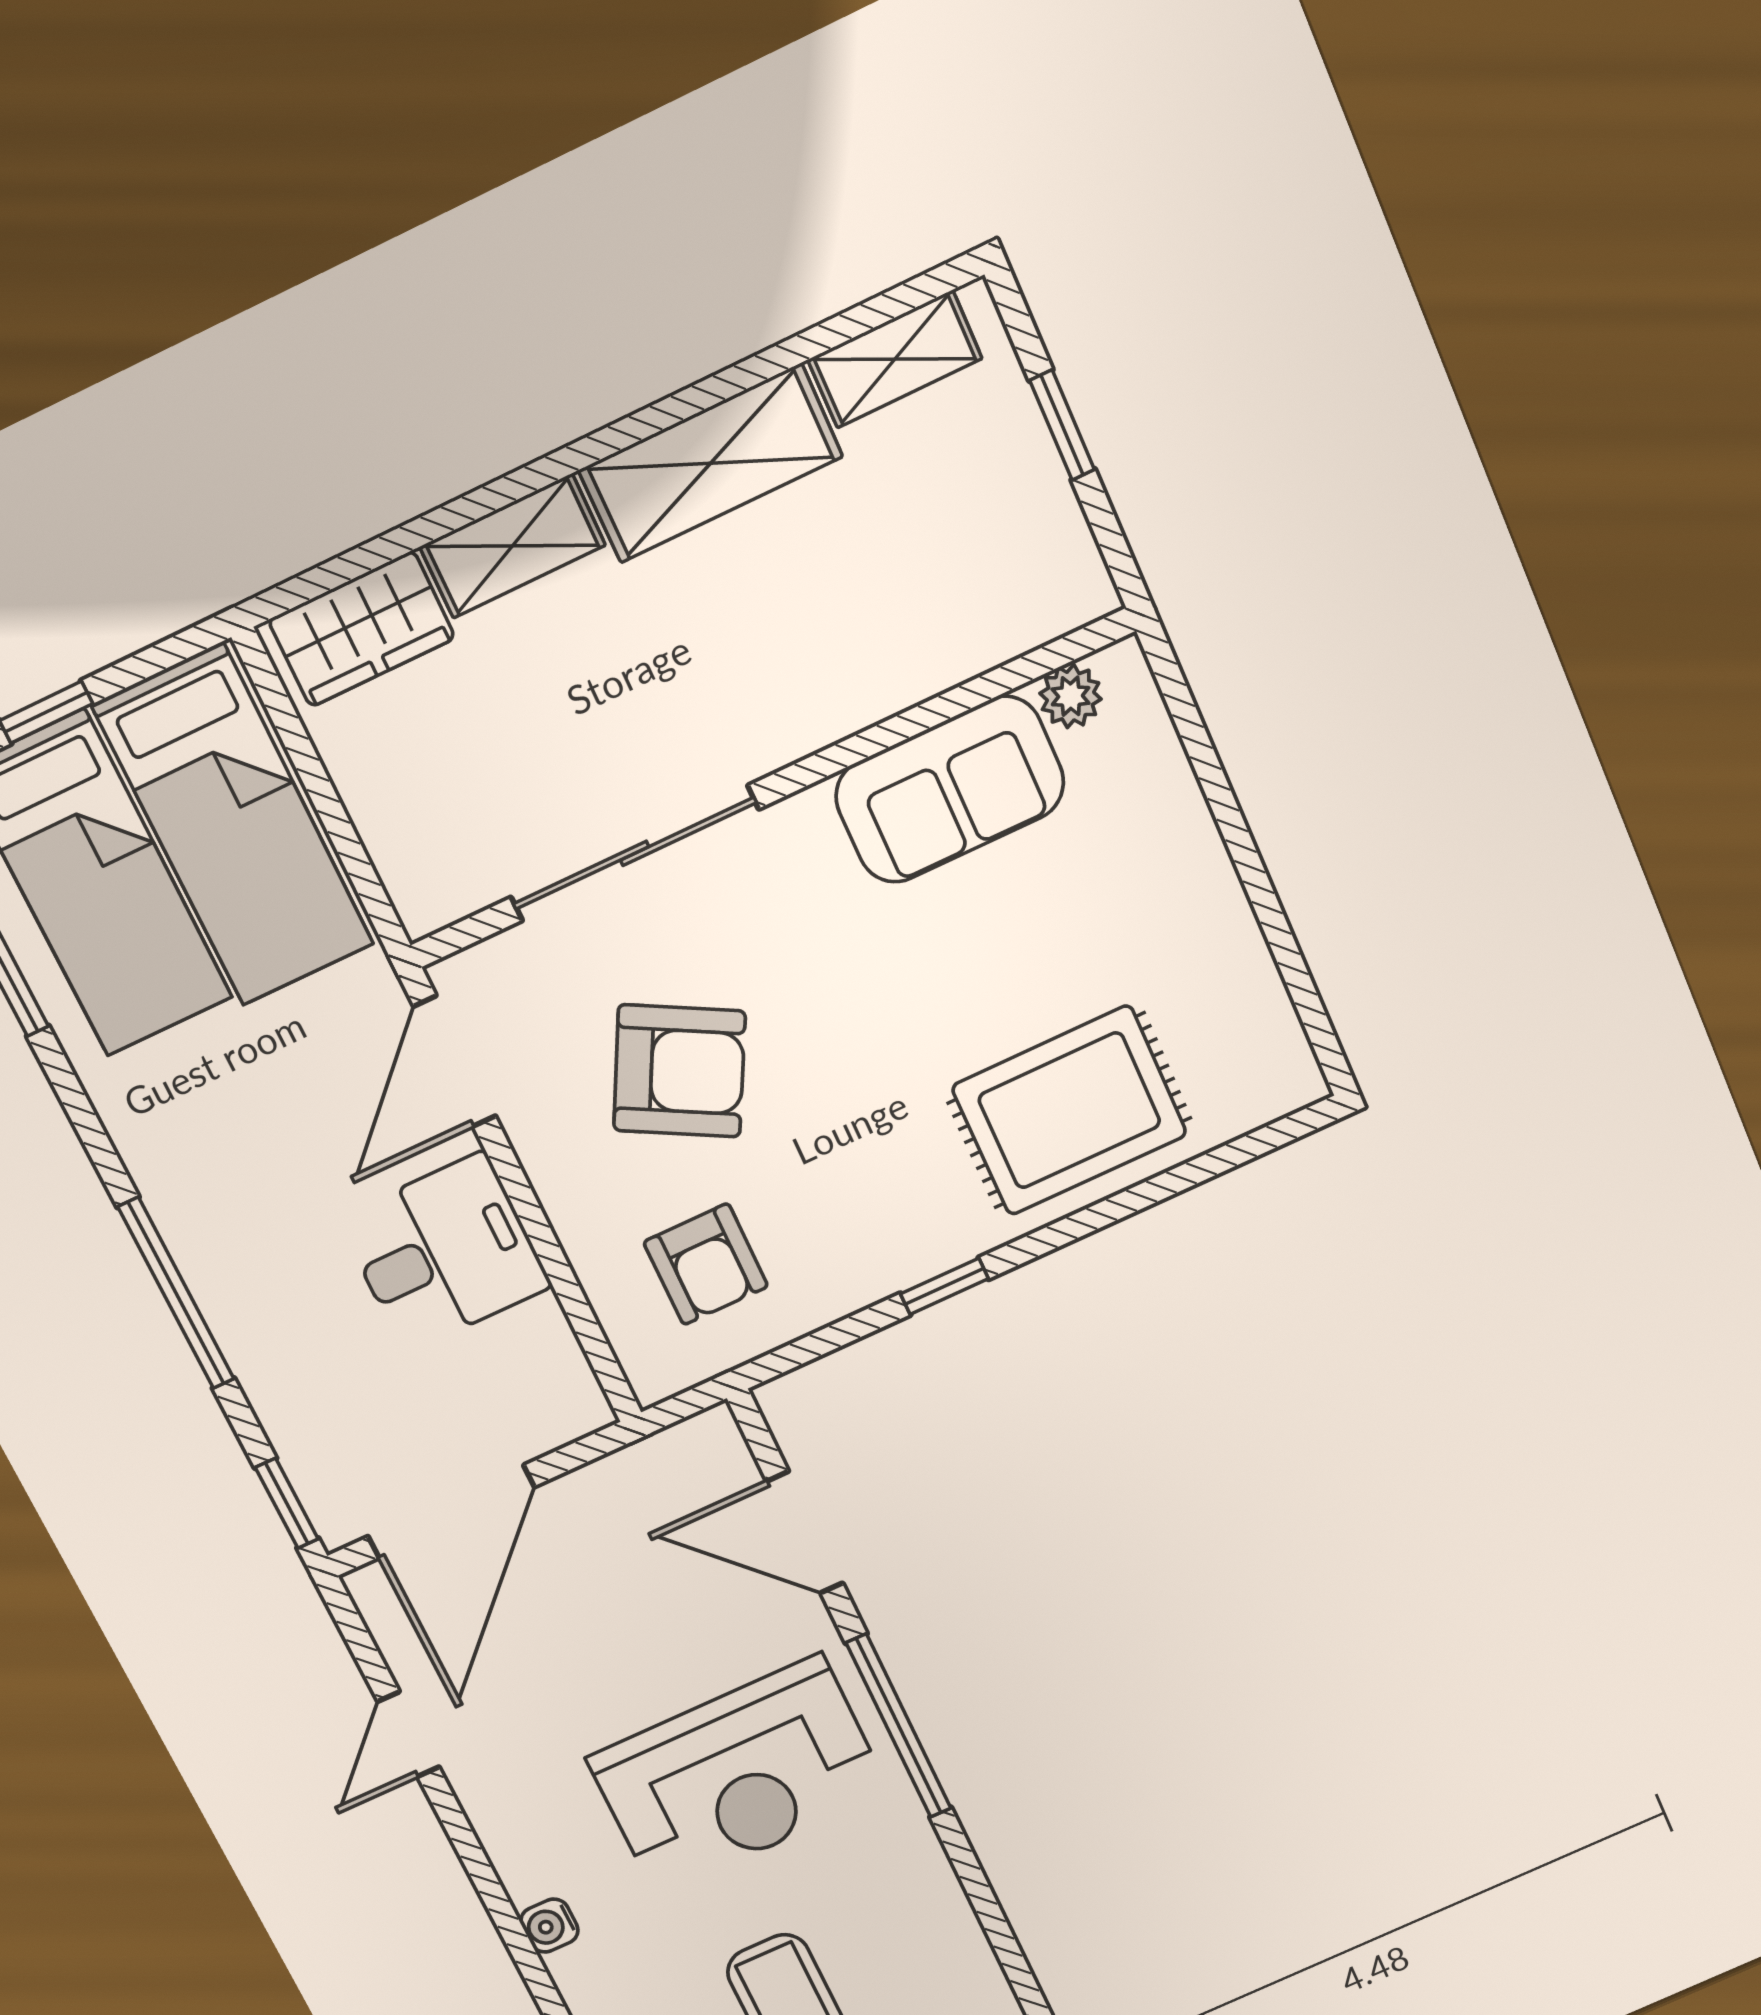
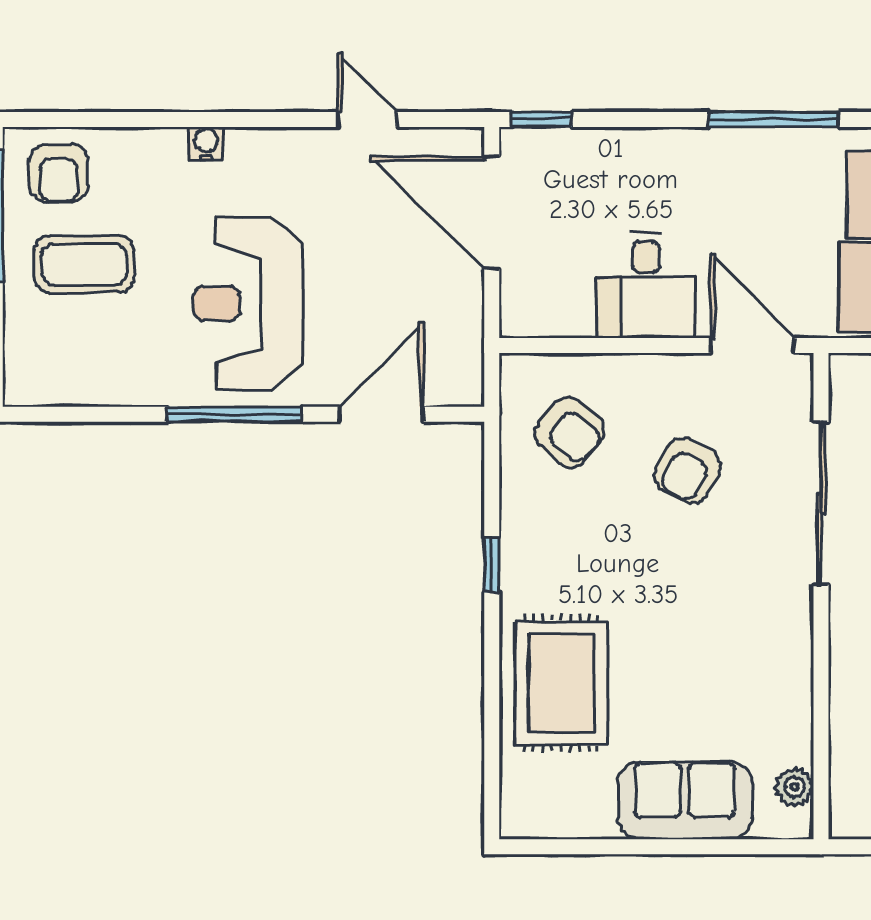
sofa: (950, 790) -> (685, 800), moved, turned 90
armchair: (679, 1071) -> (688, 470), width x0.72, depth x0.72
armchair: (706, 1264) -> (569, 432), turned -140
window: (176, 1293) -> (773, 119), moved

